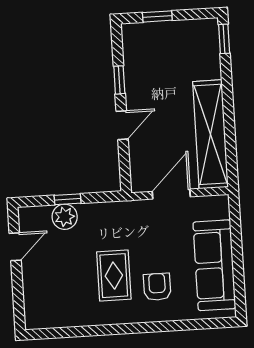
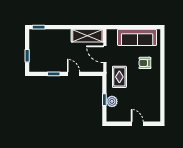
shelving: (211, 134) -> (87, 36), width x0.68
door: (15, 247) -> (137, 124), moved
rug: (114, 276) -> (119, 77), moved, turned 90

